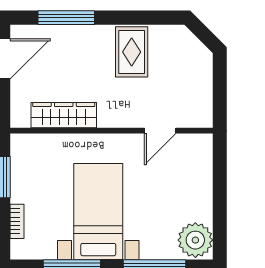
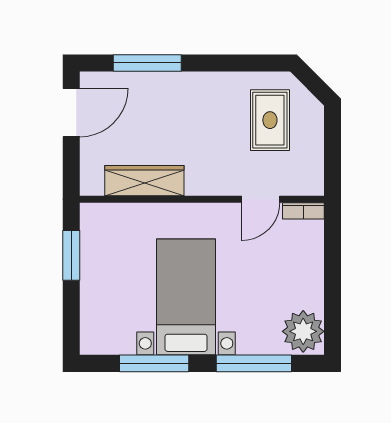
rug: (132, 52) -> (270, 120), moved
bookcase: (17, 221) -> (303, 211), moved, turned 90

